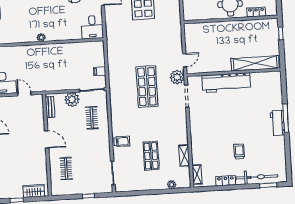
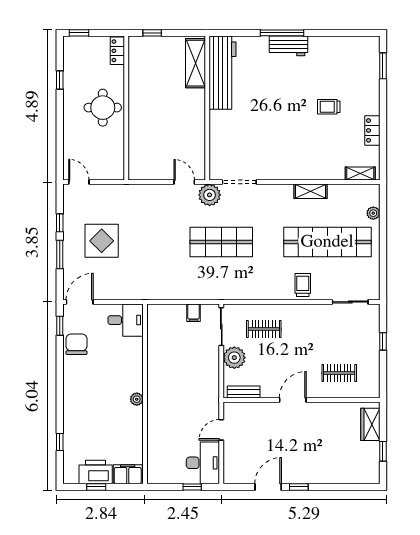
locker: (256, 12) -> (117, 51), moved
shelving: (255, 63) -> (196, 63), width x0.68
workbench: (226, 83) -> (223, 73), moved
shop shelf: (151, 156) -> (327, 242), width x2.00, depth x1.36
shelving: (184, 156) -> (310, 191), moved
bicycle: (257, 177) -> (369, 82), removed

